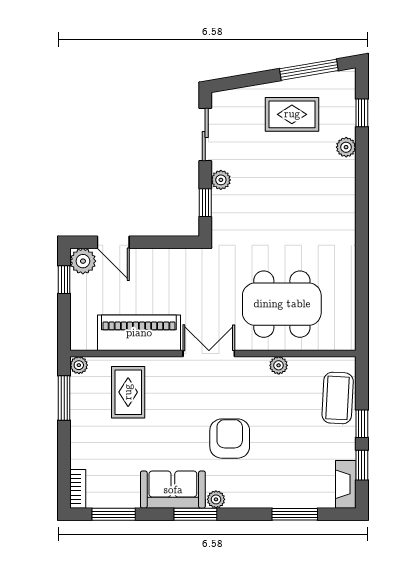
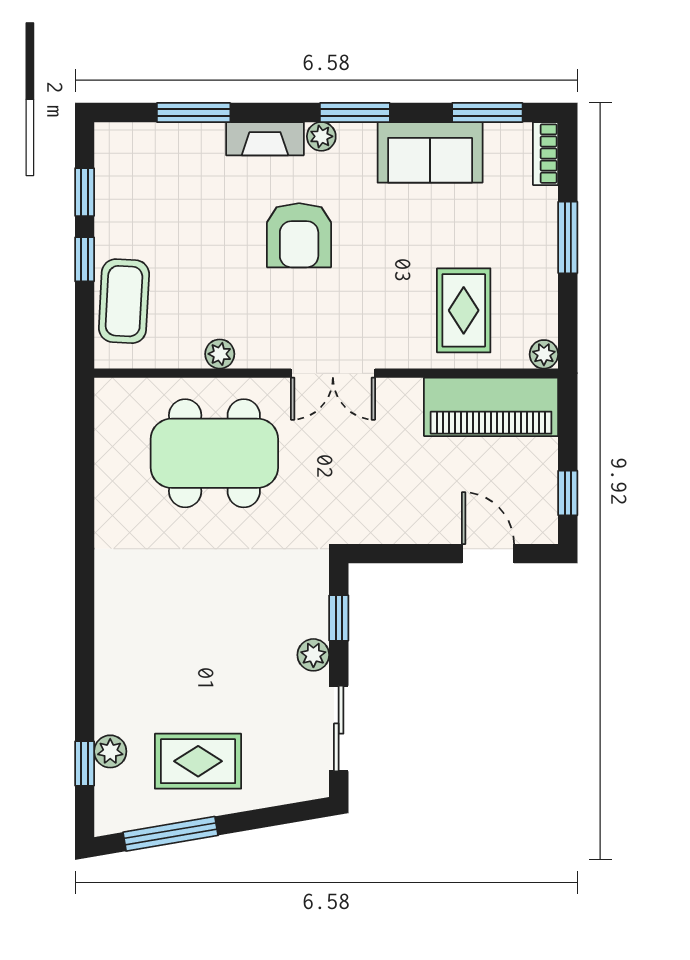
plant: (346, 147) -> (110, 751), moved
plant: (83, 261) -> (537, 523), removed
piano: (139, 333) -> (491, 407), moved
window: (64, 398) -> (568, 237), moved
fireplace: (346, 484) -> (265, 139), moved, turned 90
sofa: (173, 490) -> (430, 152), moved

